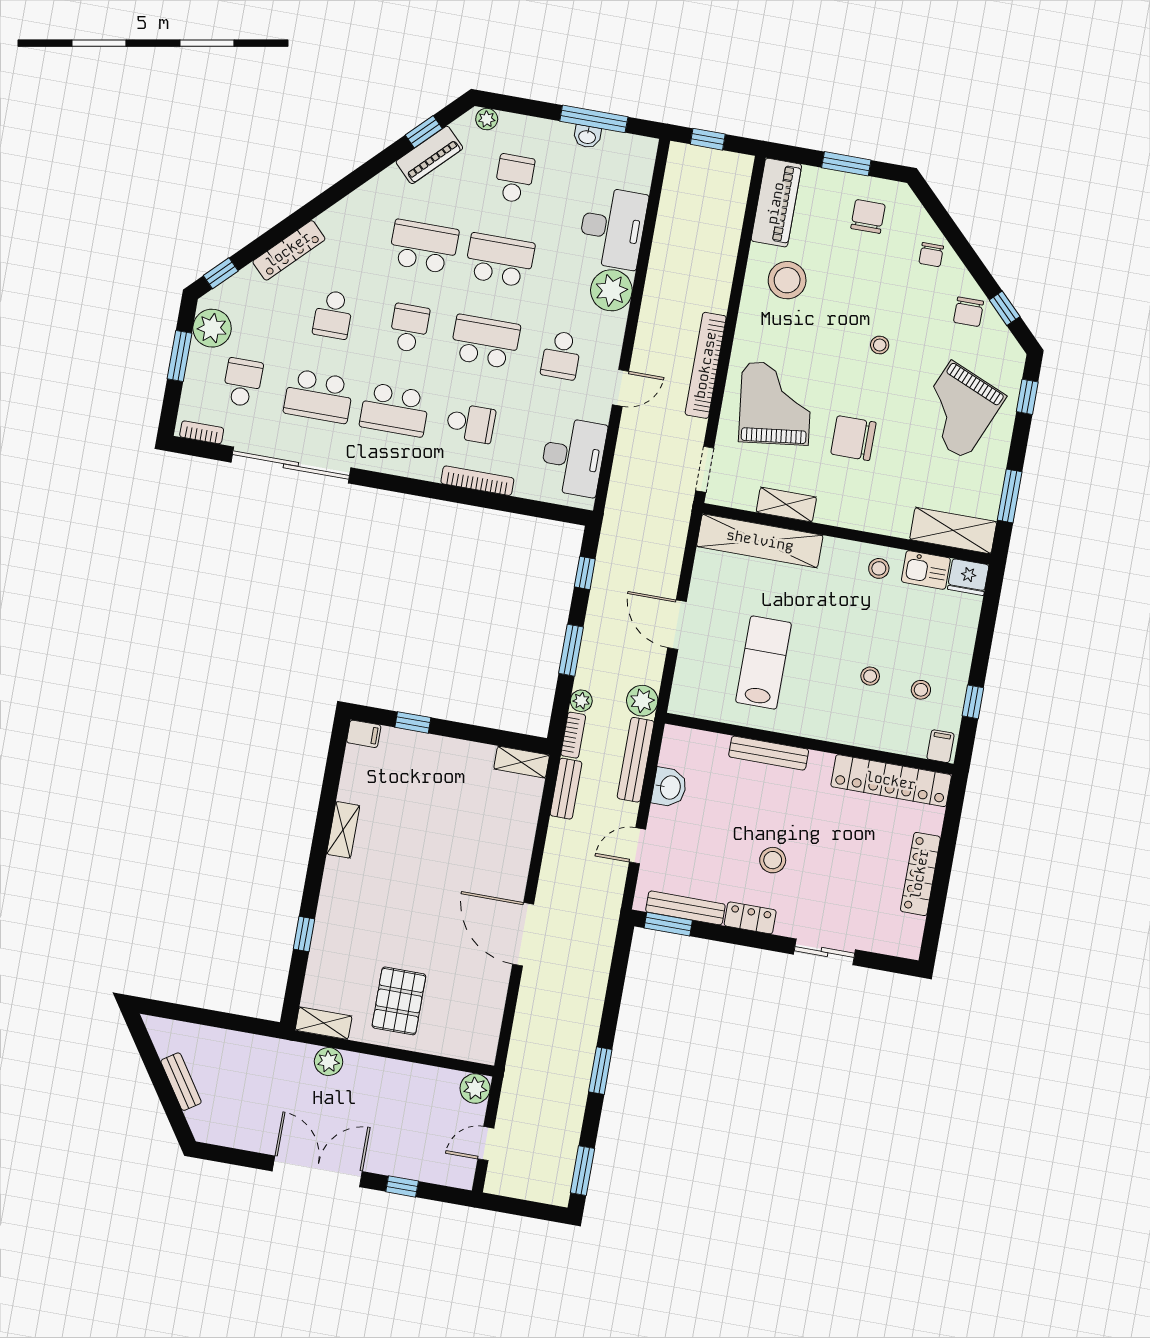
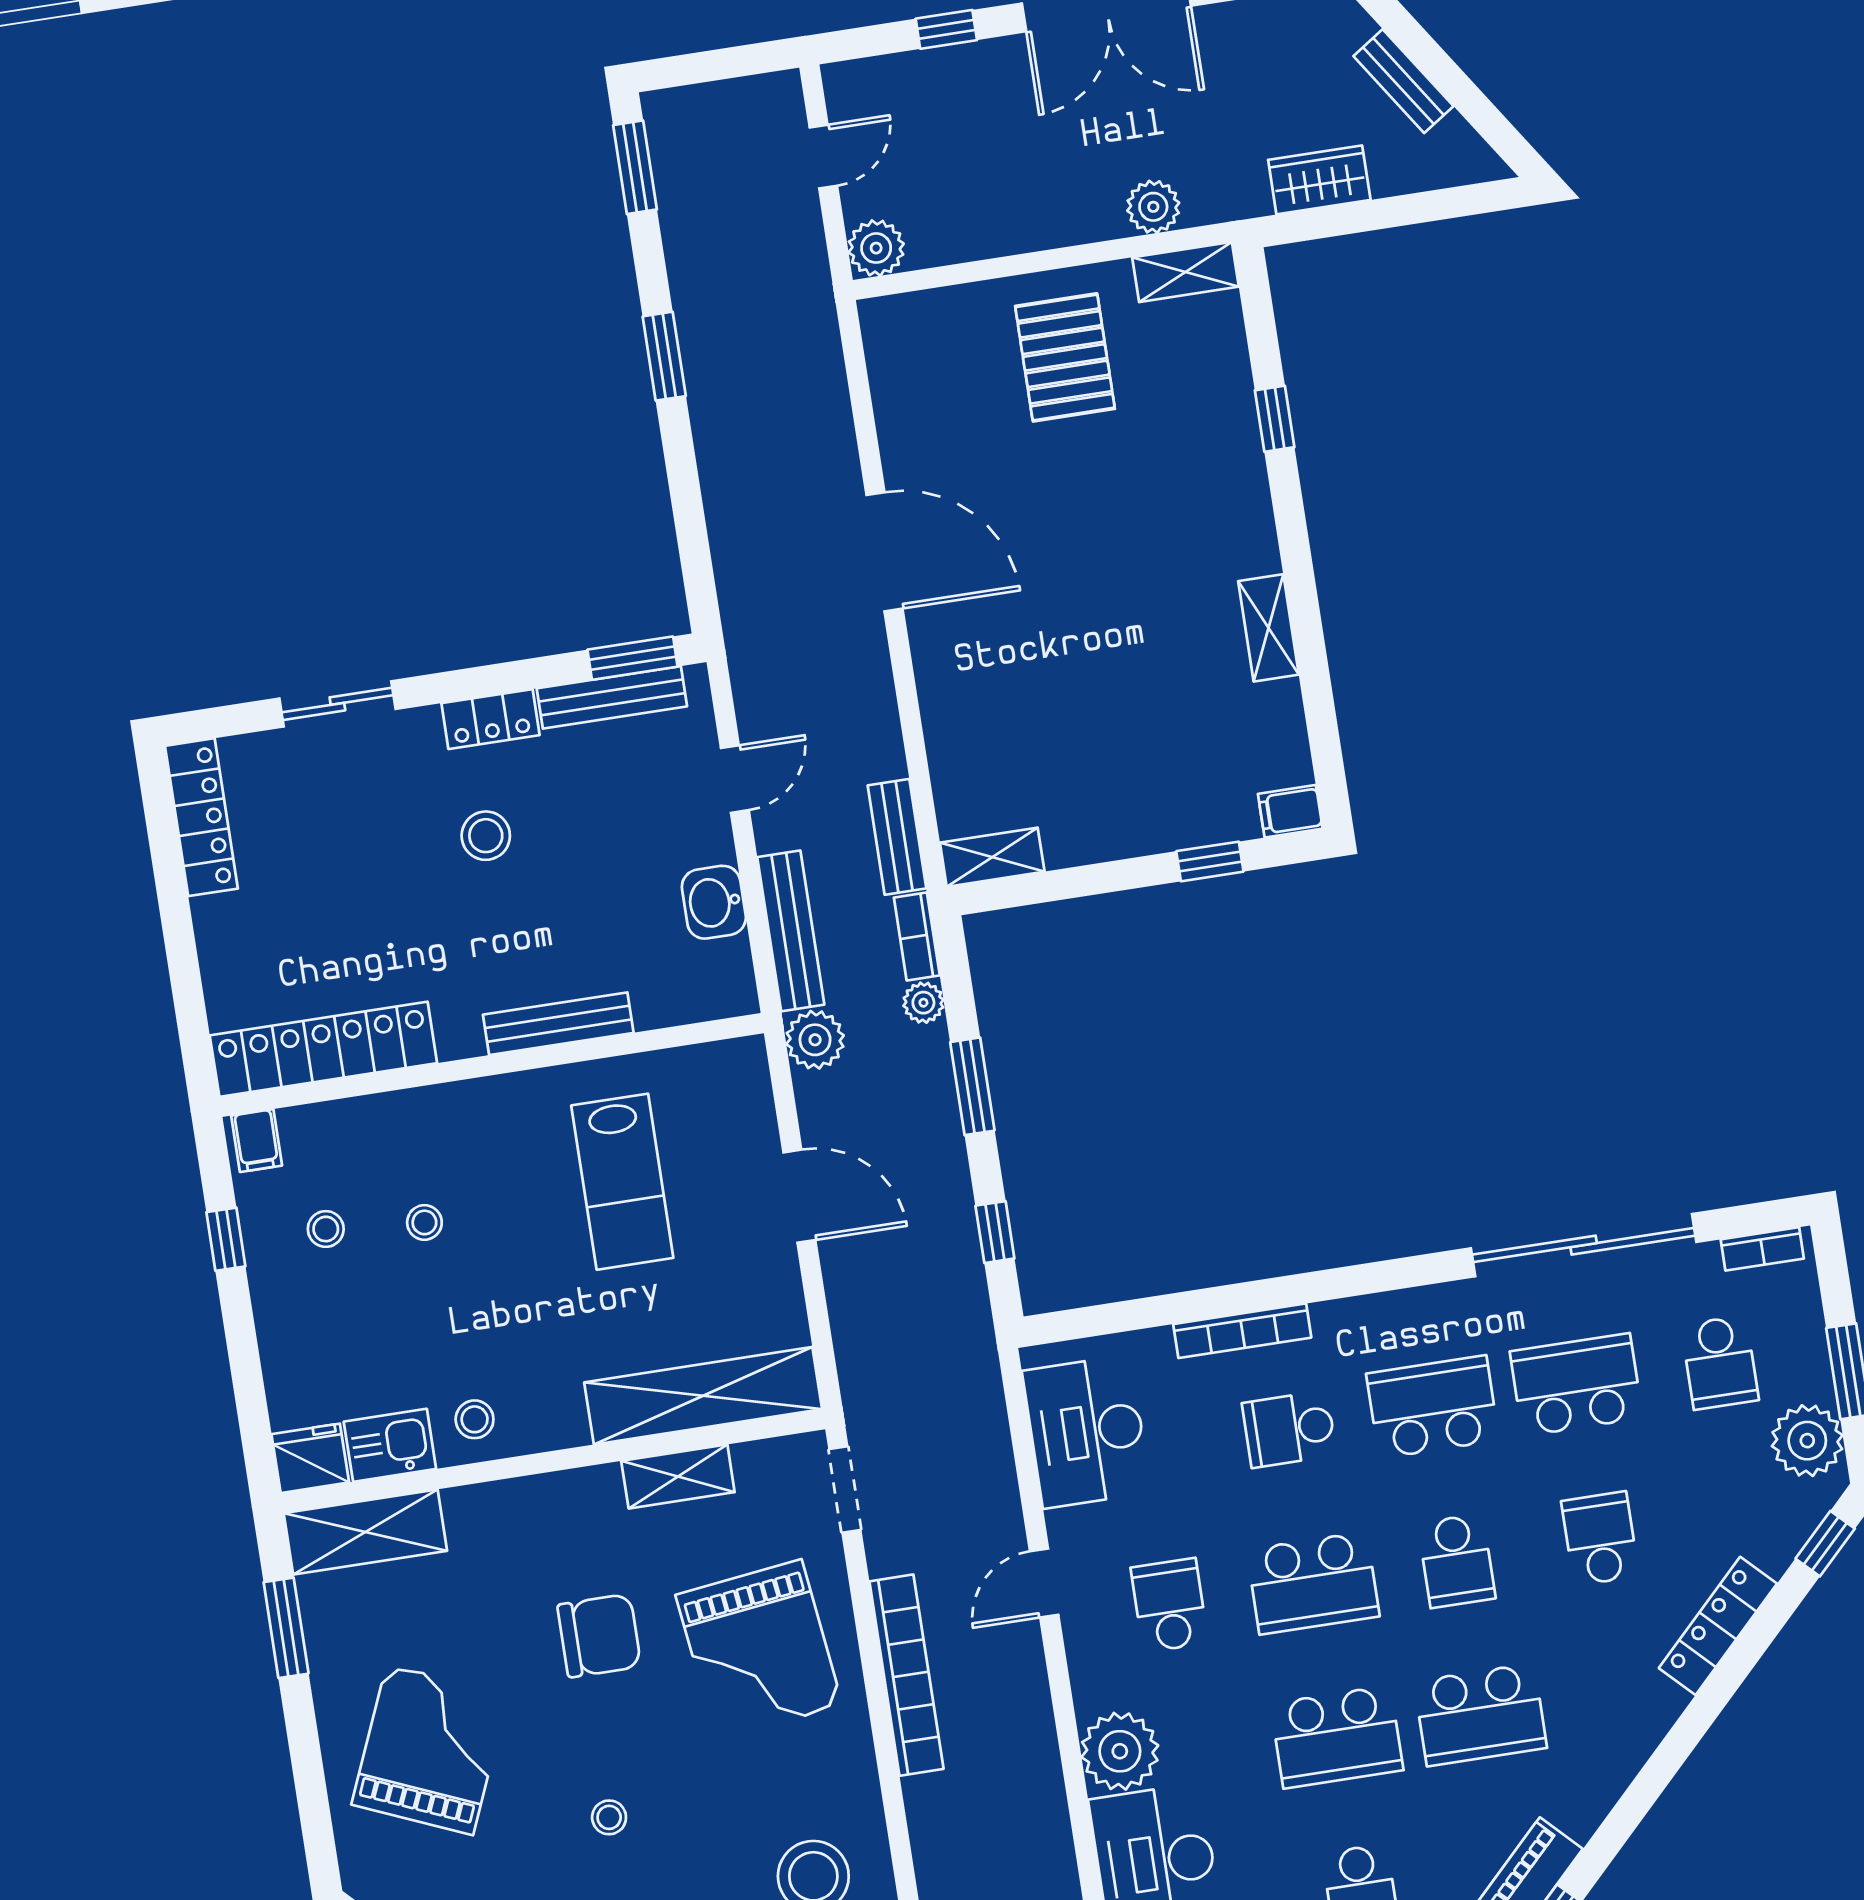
window: (1027, 397) -> (315, 1815), removed
locker: (920, 874) -> (201, 817), moved
wardrobe: (240, 1046) -> (1319, 180), added

